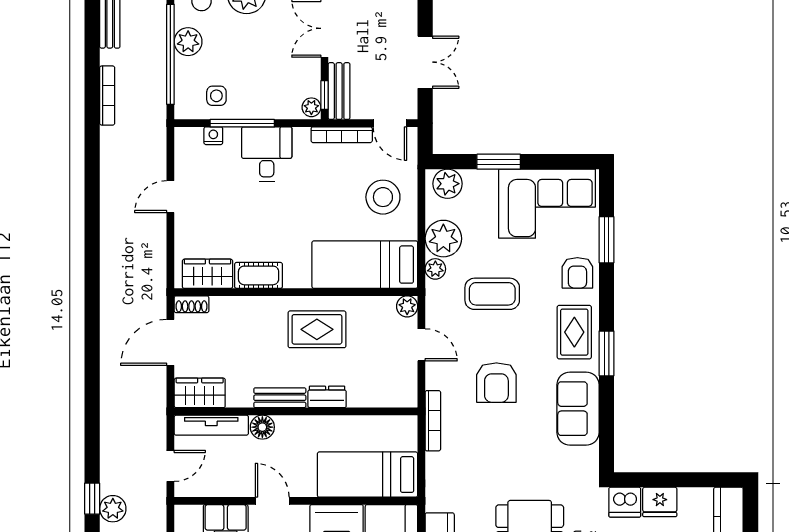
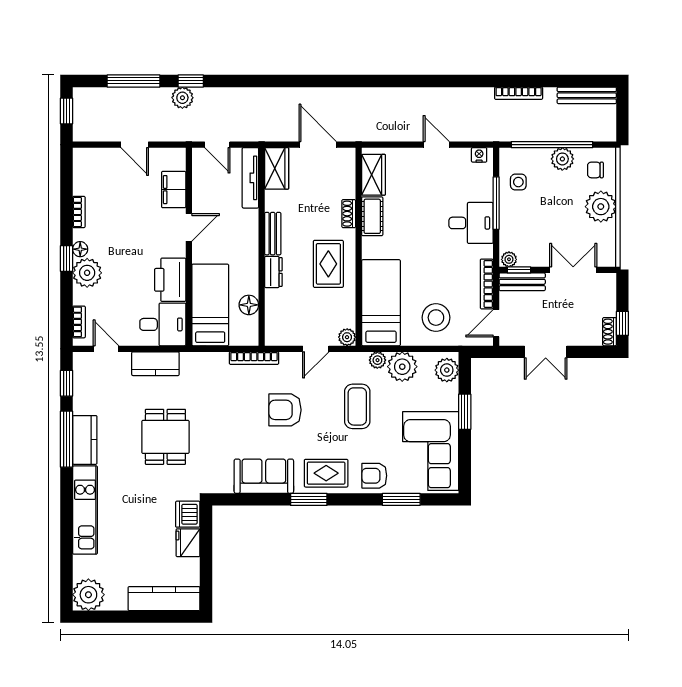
nightstand: (213, 136) -> (479, 155), moved, turned -90
shoe rack: (191, 304) -> (349, 214), moved
floor lamp: (262, 427) -> (249, 305), moved

